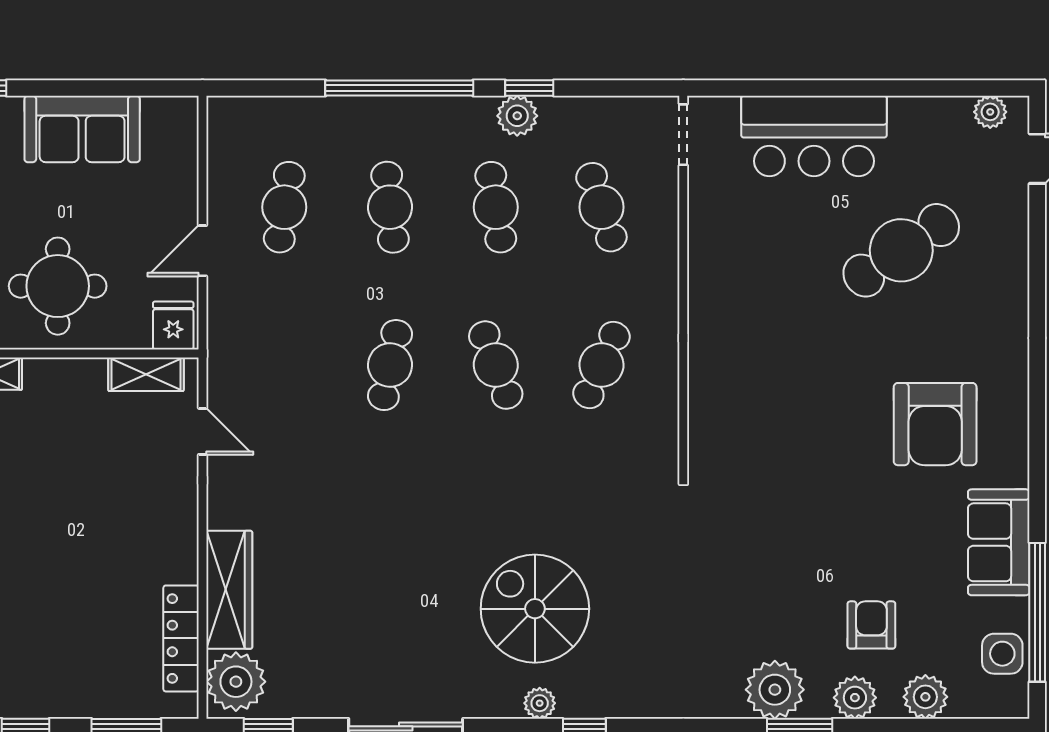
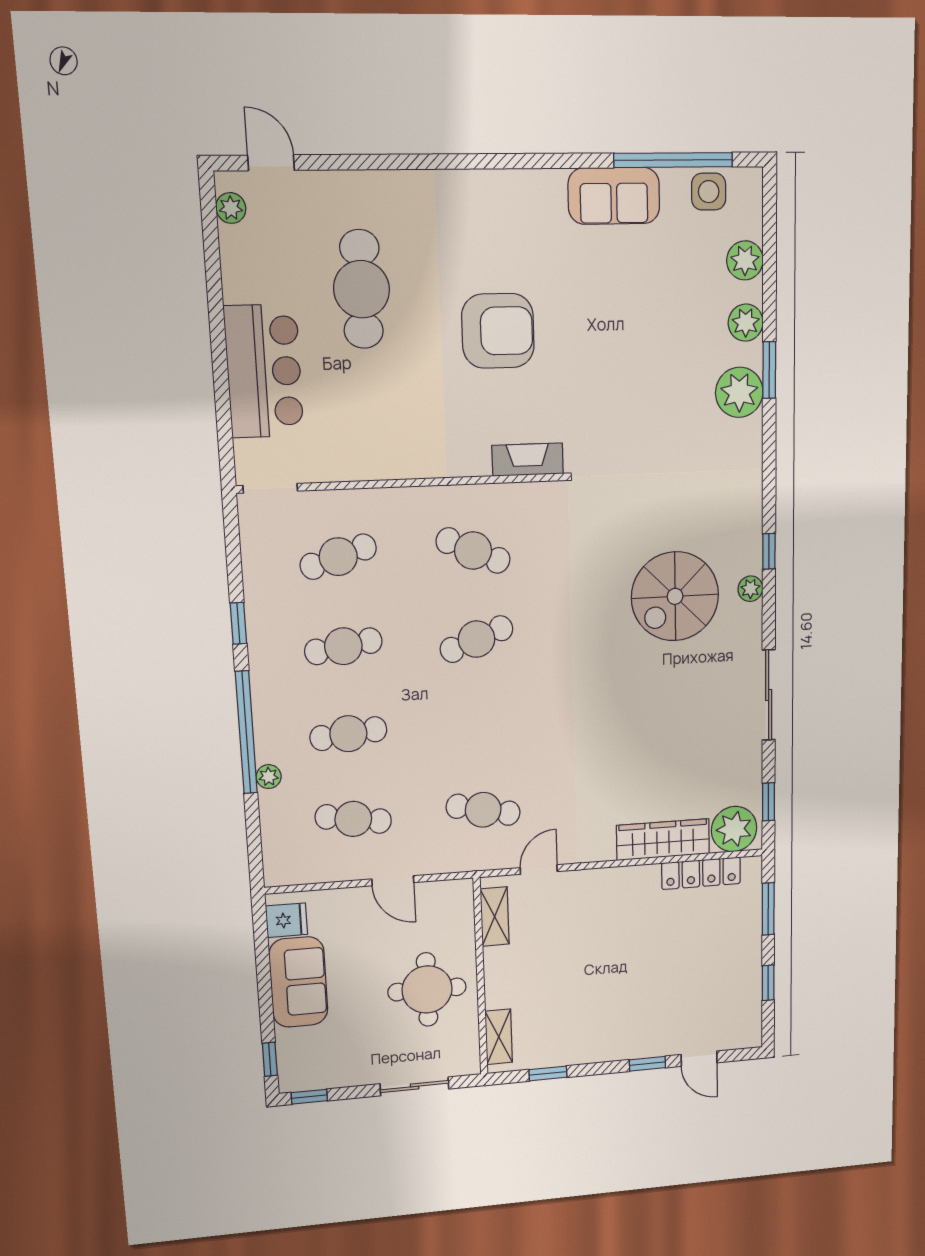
plant: (517, 116) -> (269, 777), moved, width x0.73, depth x0.73
cafe table: (901, 250) -> (362, 289), turned 34
fridge: (173, 326) -> (286, 920), moved, turned 180
cafe table: (390, 365) -> (483, 810), moved
armchair: (935, 424) -> (498, 331), moved
fireplace: (705, 433) -> (528, 460), added
armchair: (871, 625) -> (685, 309), removed

